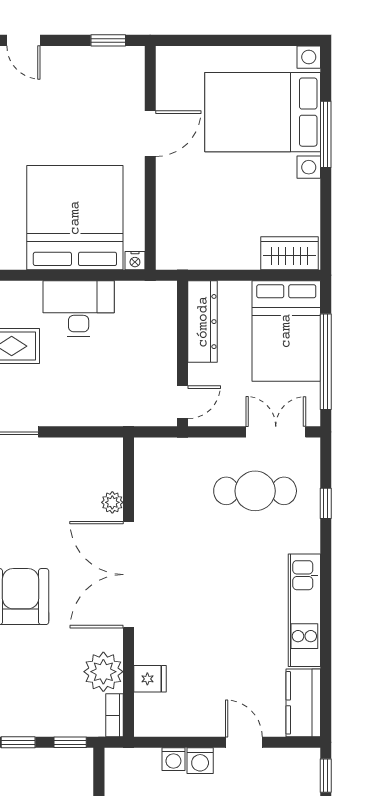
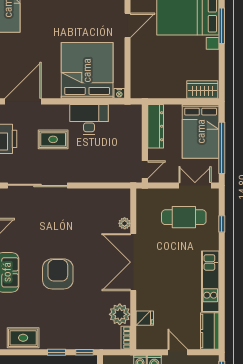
plant: (112, 502) -> (125, 223), moved
double door: (129, 575) -> (133, 262), moved
wall: (129, 587) -> (133, 269), moved
plant: (103, 672) -> (120, 314), moved
fridge: (150, 679) -> (145, 318), moved
bookcase: (115, 715) -> (126, 338), moved

